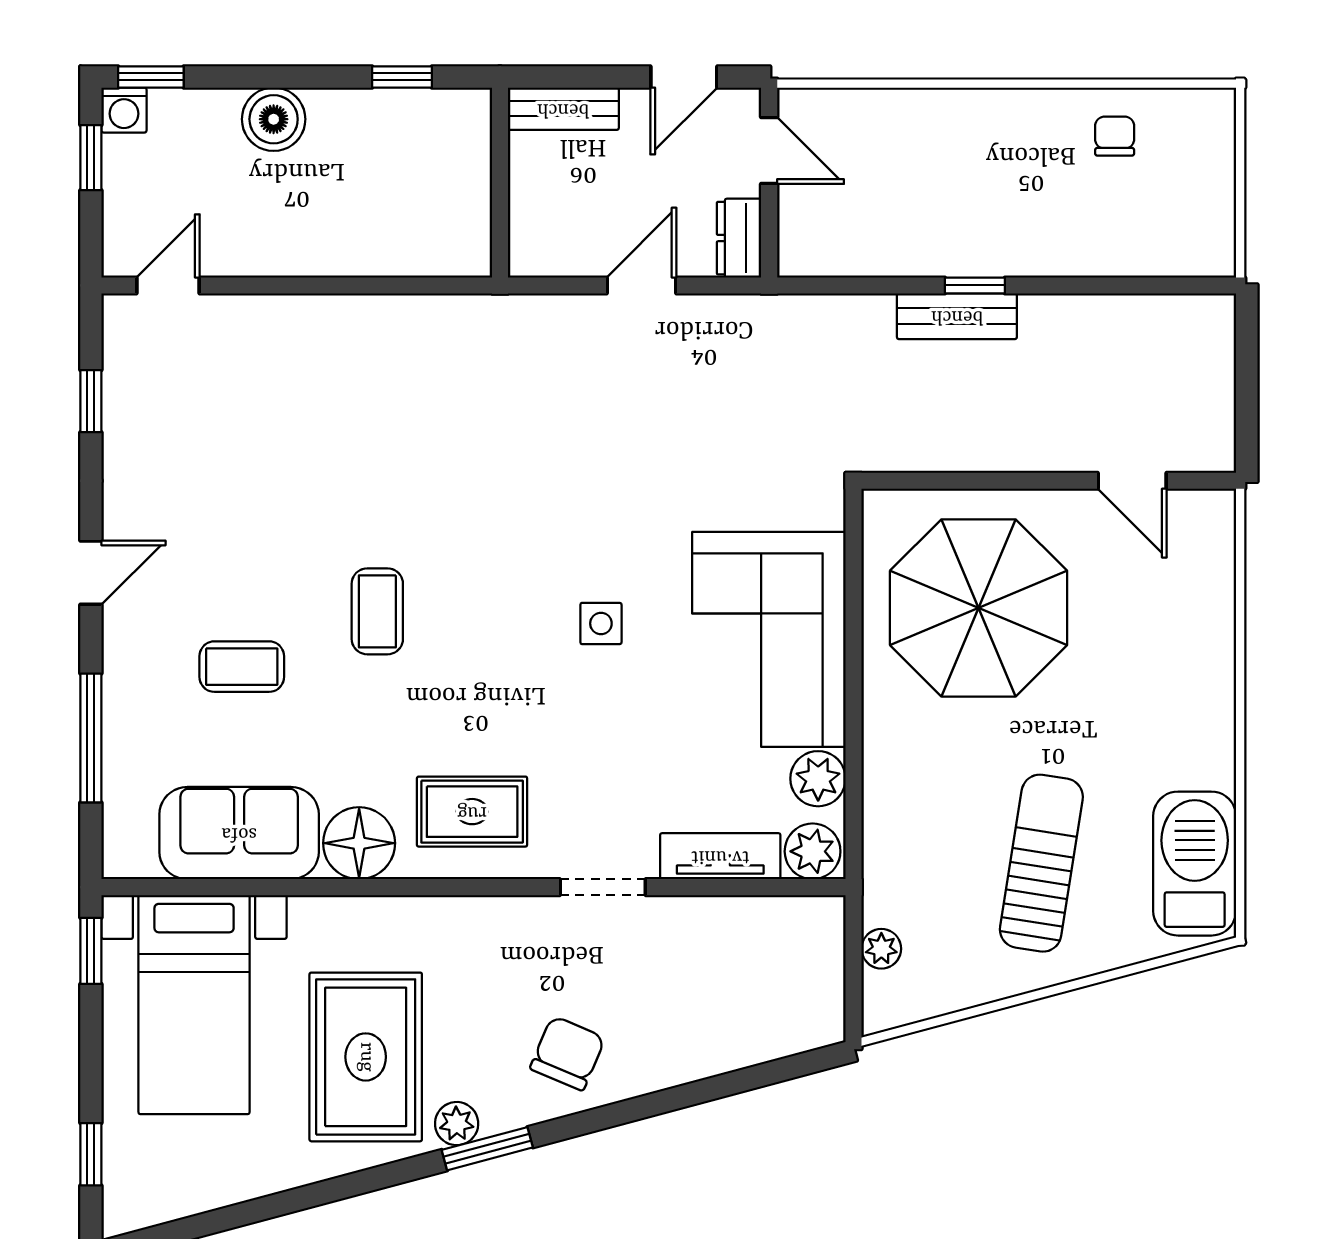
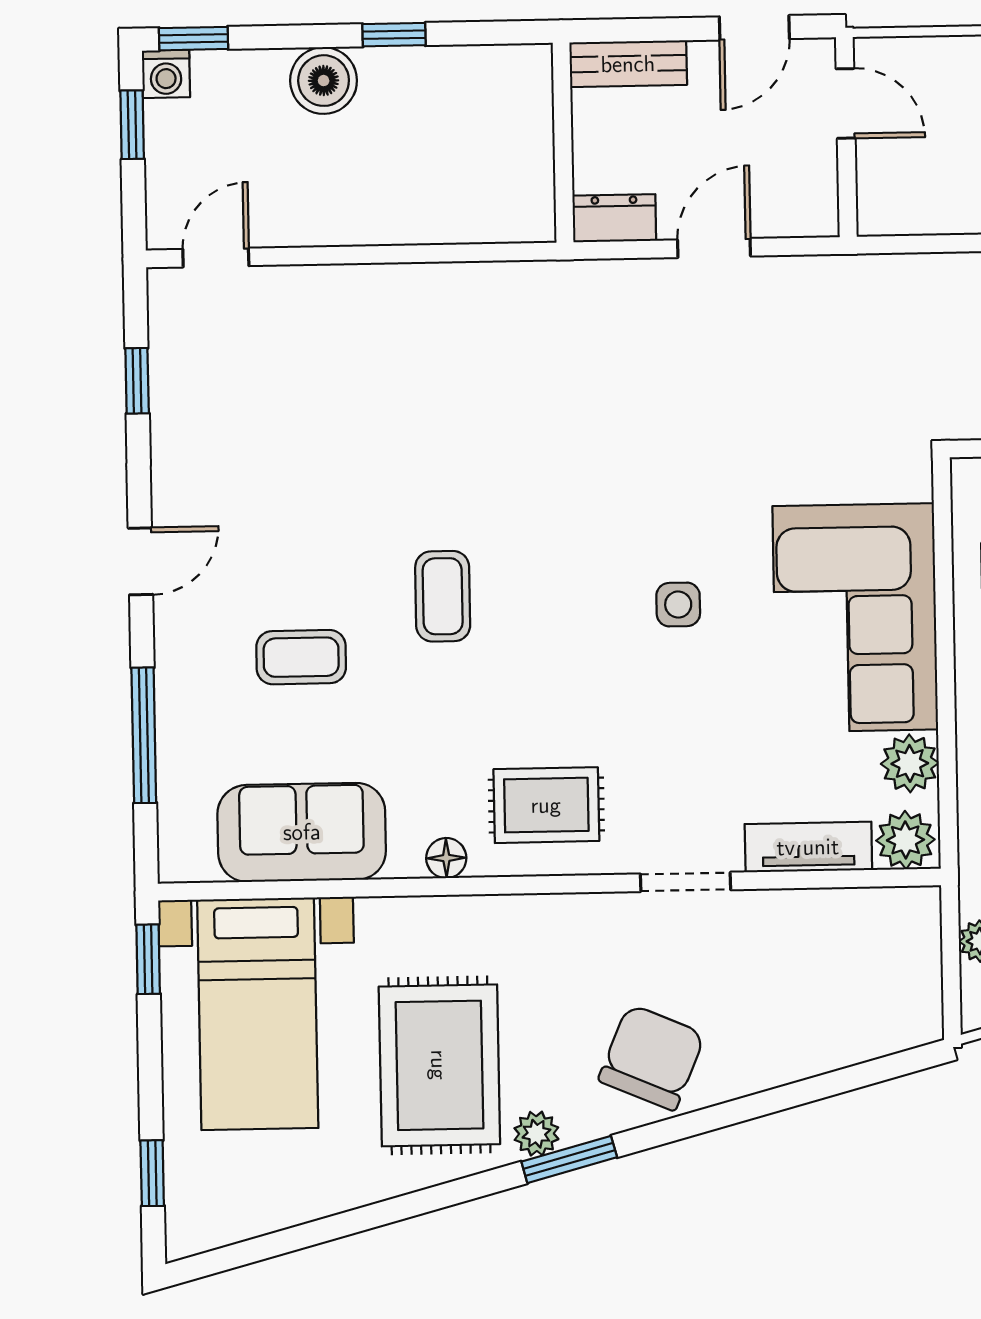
window: (402, 77) -> (394, 35), moved
dresser: (739, 238) -> (614, 218), moved, turned 90
floor lamp: (359, 843) -> (446, 858), width x0.53, depth x0.53
chair: (568, 1053) -> (652, 1057), width x1.37, depth x1.37

